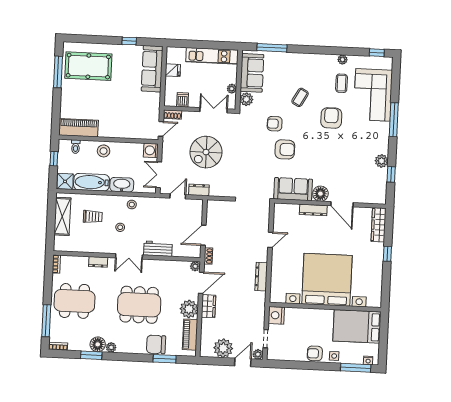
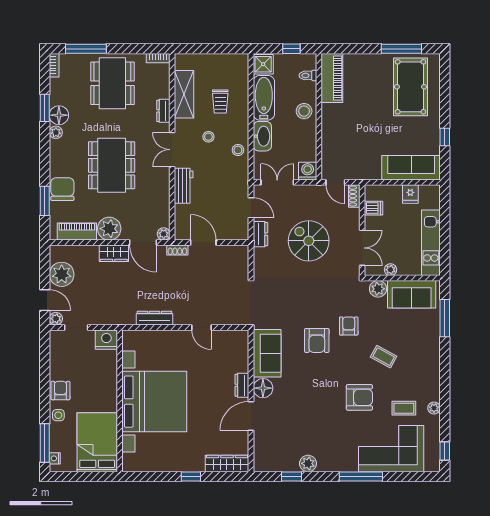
dresser: (313, 210) -> (242, 385), width x0.70
shelving: (62, 216) -> (184, 94), moved, turned 90

